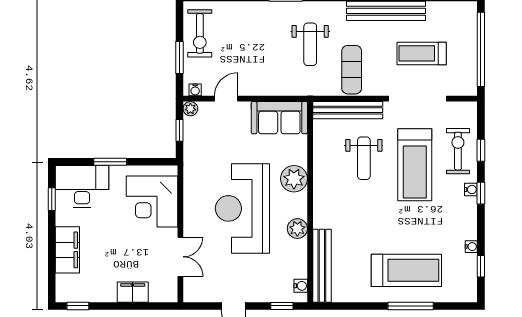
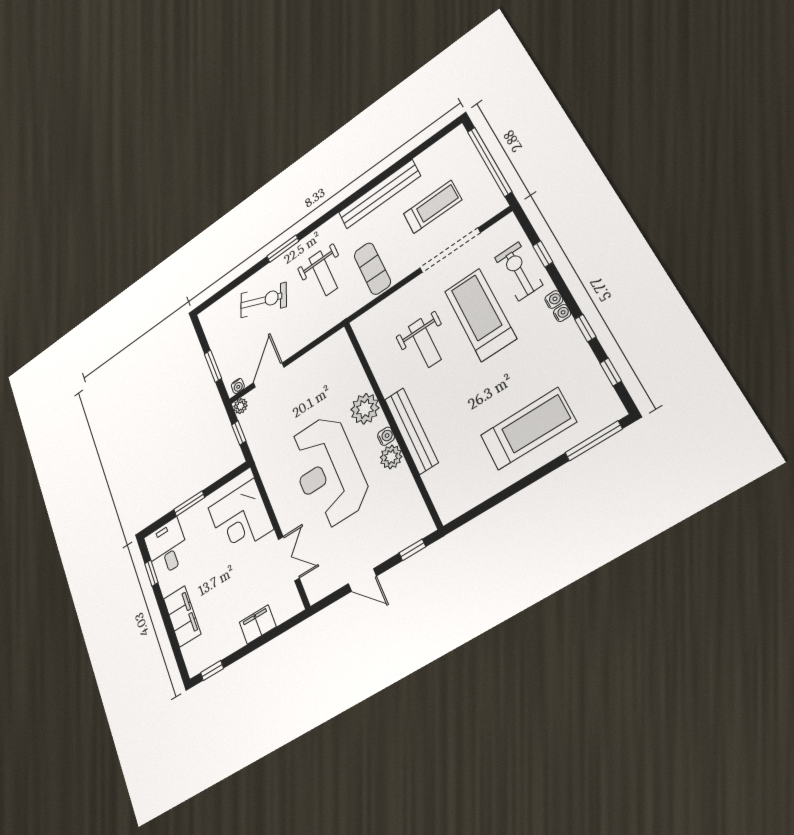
exercise bike: (200, 33) -> (263, 300), moved, turned -67
treadmill: (422, 53) -> (432, 207), turned 180
door: (226, 99) -> (269, 375), width x1.38
bench: (348, 110) -> (387, 308), removed
sofa: (279, 118) -> (325, 359), removed
treadmill: (415, 165) -> (480, 315), turned 180
desk: (82, 186) -> (167, 548), width x0.73
window: (481, 193) -> (585, 328), moved
water cooler: (471, 247) -> (562, 313), moved
bench: (322, 266) -> (411, 431), moved
water cooler: (301, 286) -> (386, 436), moved
window: (411, 306) -> (594, 441), moved

